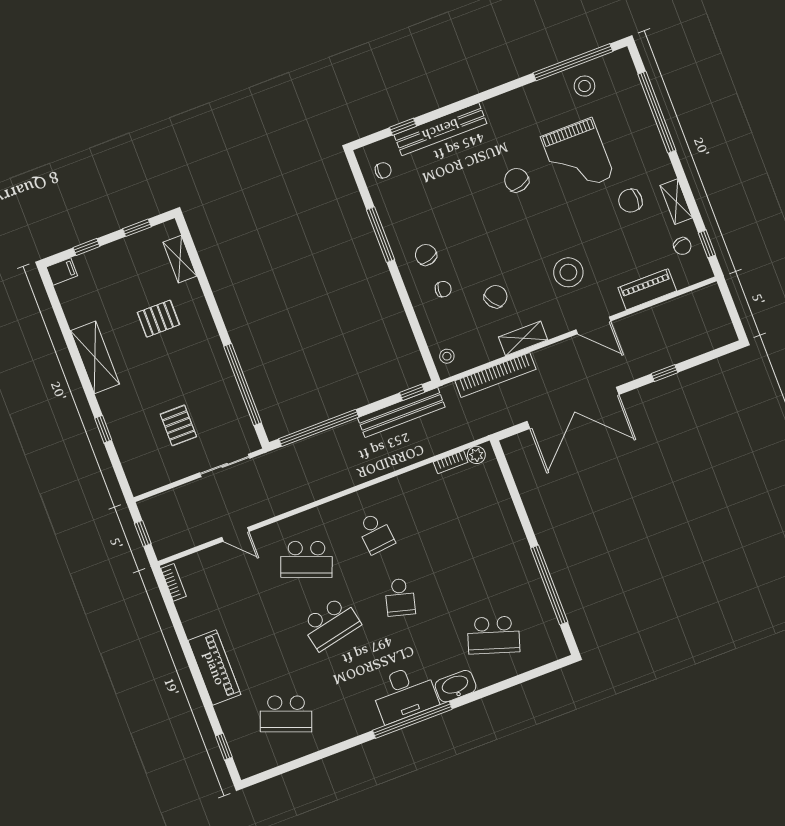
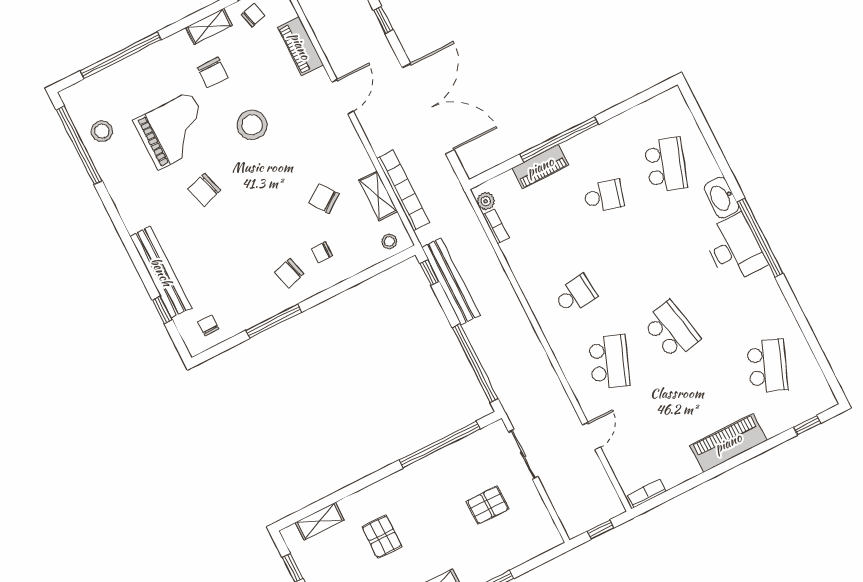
stool: (568, 272) -> (252, 125), moved
chair: (443, 289) -> (322, 252), turned -96
shelving: (523, 338) -> (378, 196), moved
piano: (504, 512) -> (540, 167), added
window: (549, 585) -> (559, 139), moved
school desk: (400, 597) -> (604, 196), moved

